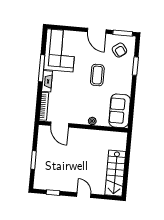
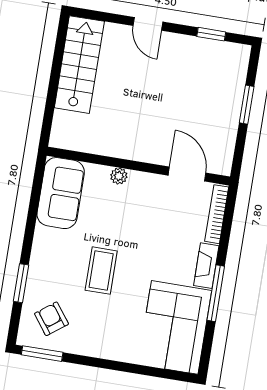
door: (97, 31) -> (96, 362), removed

